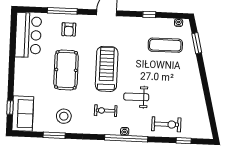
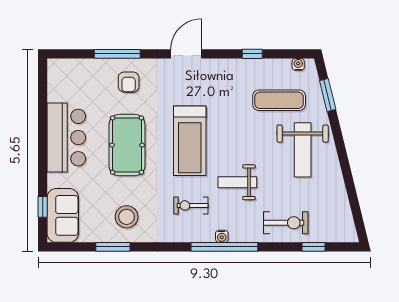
bar counter: (28, 35) -> (66, 138), moved
treadmill: (107, 69) -> (190, 141), turned 180
weight bench: (179, 78) -> (303, 150), added

